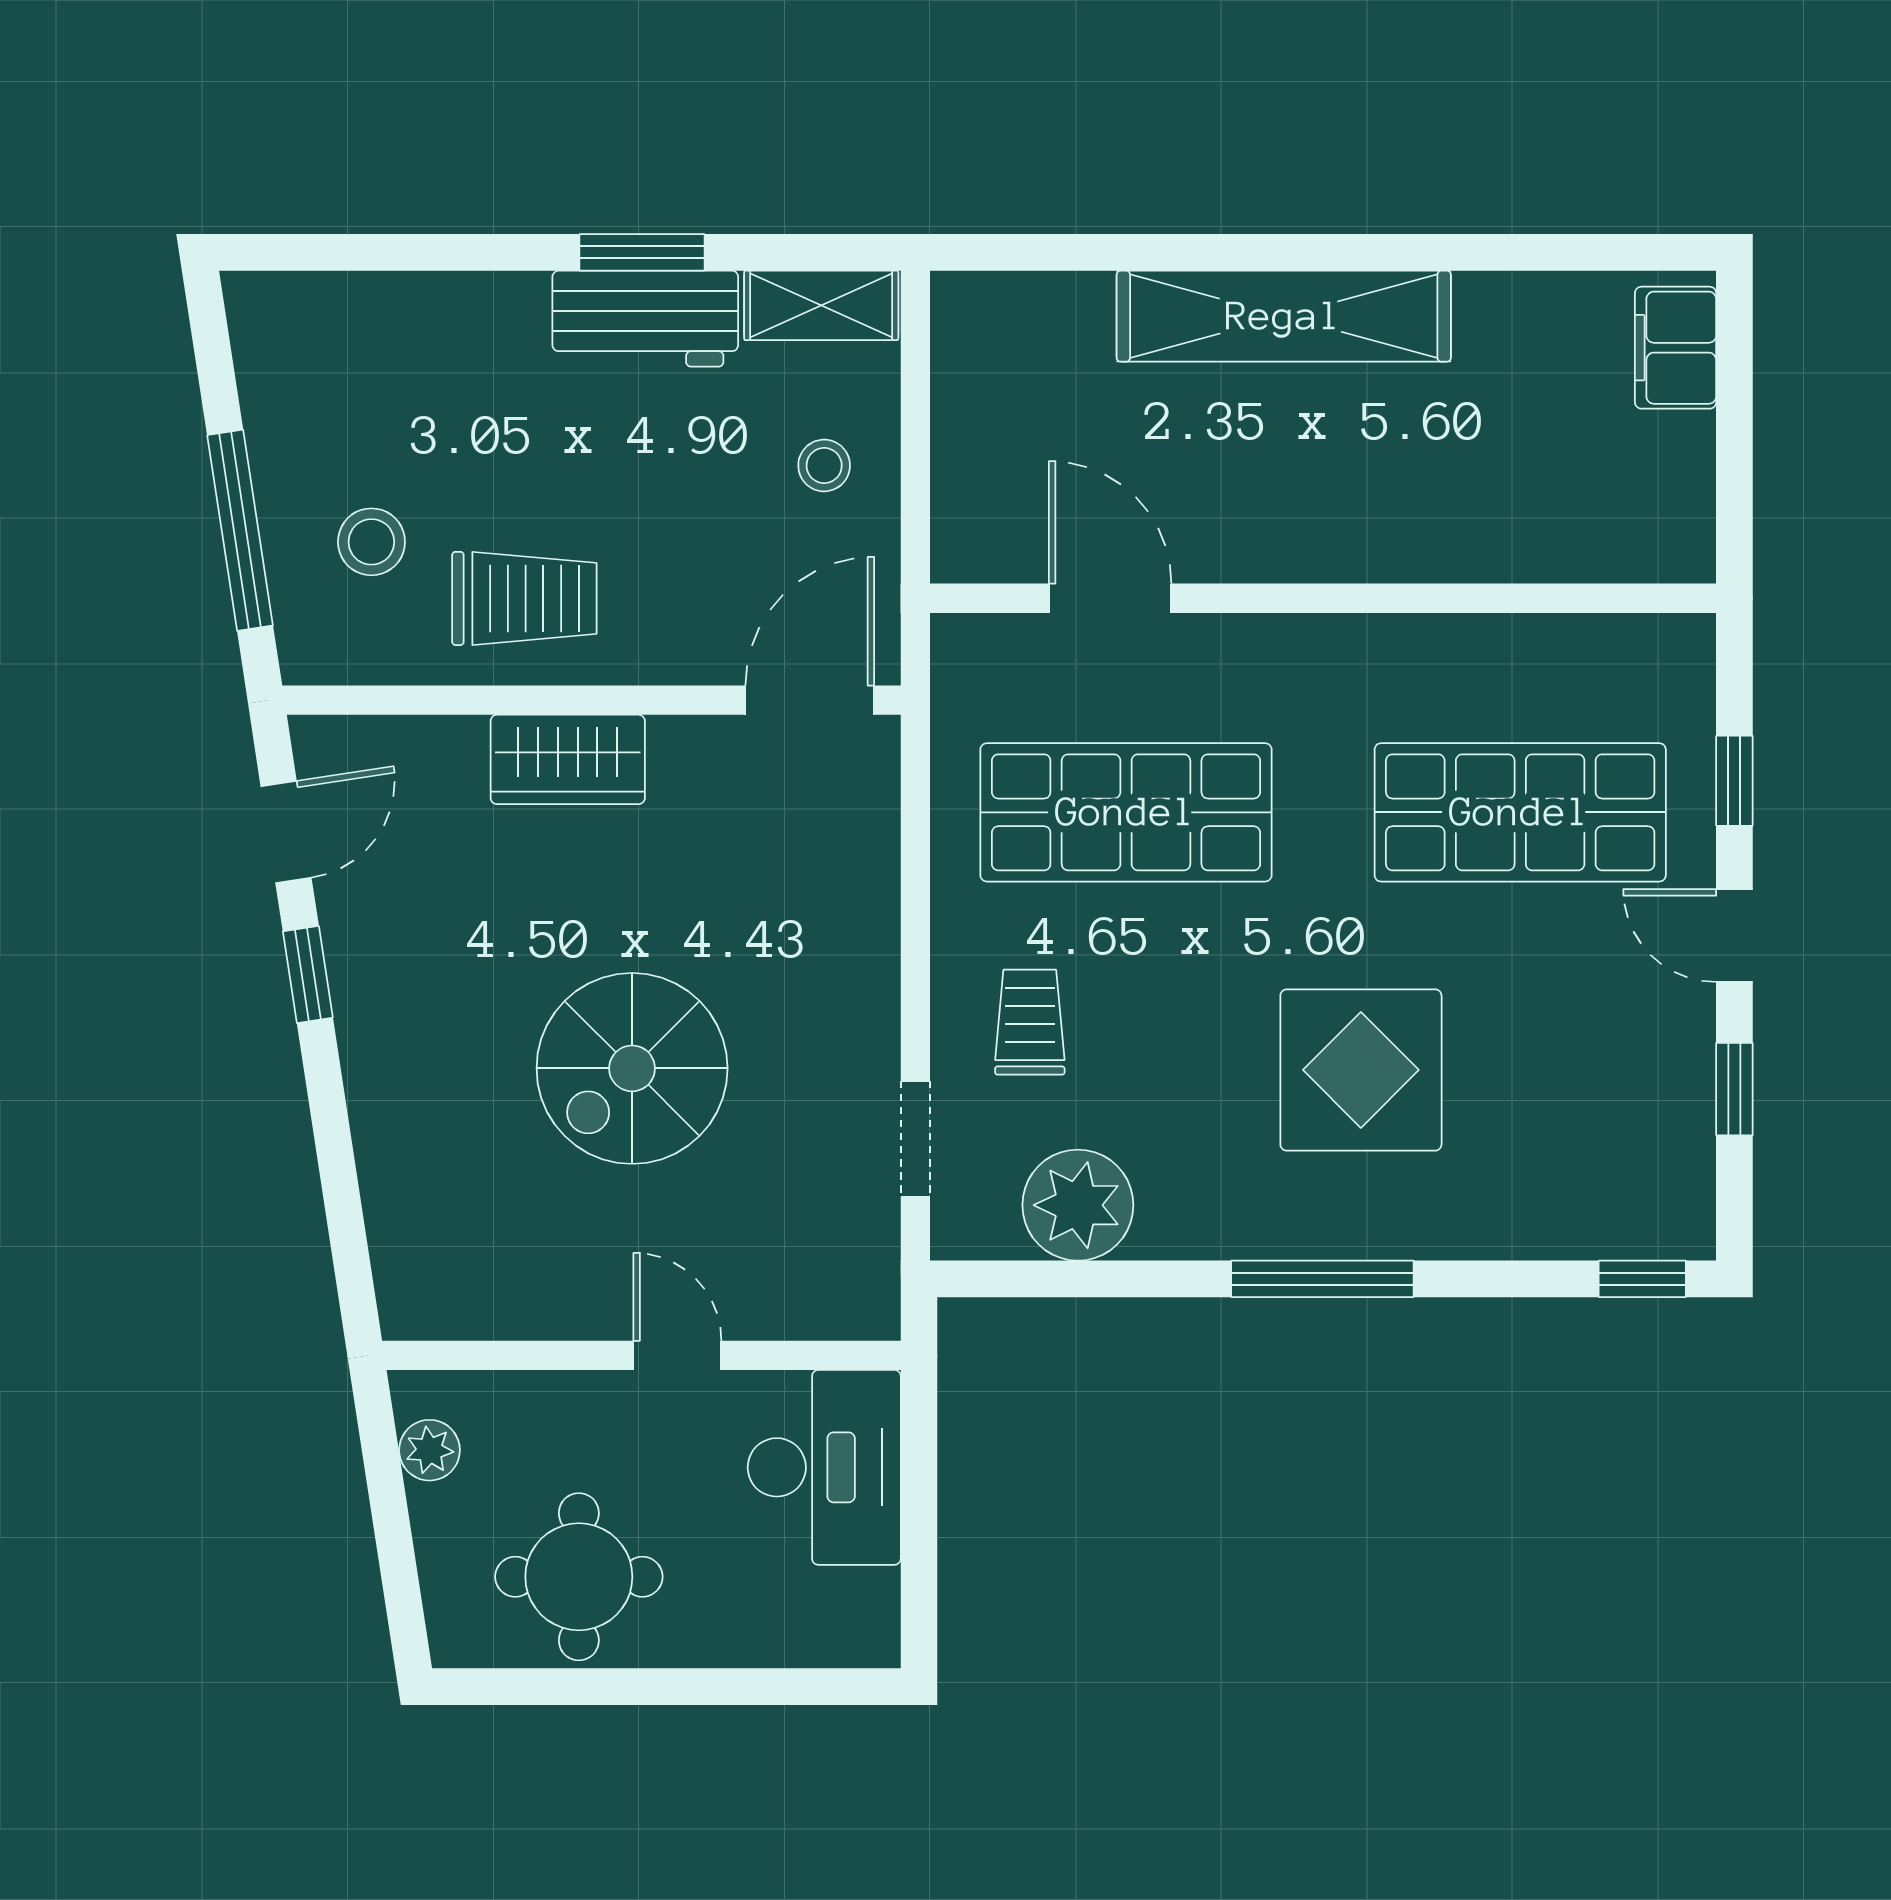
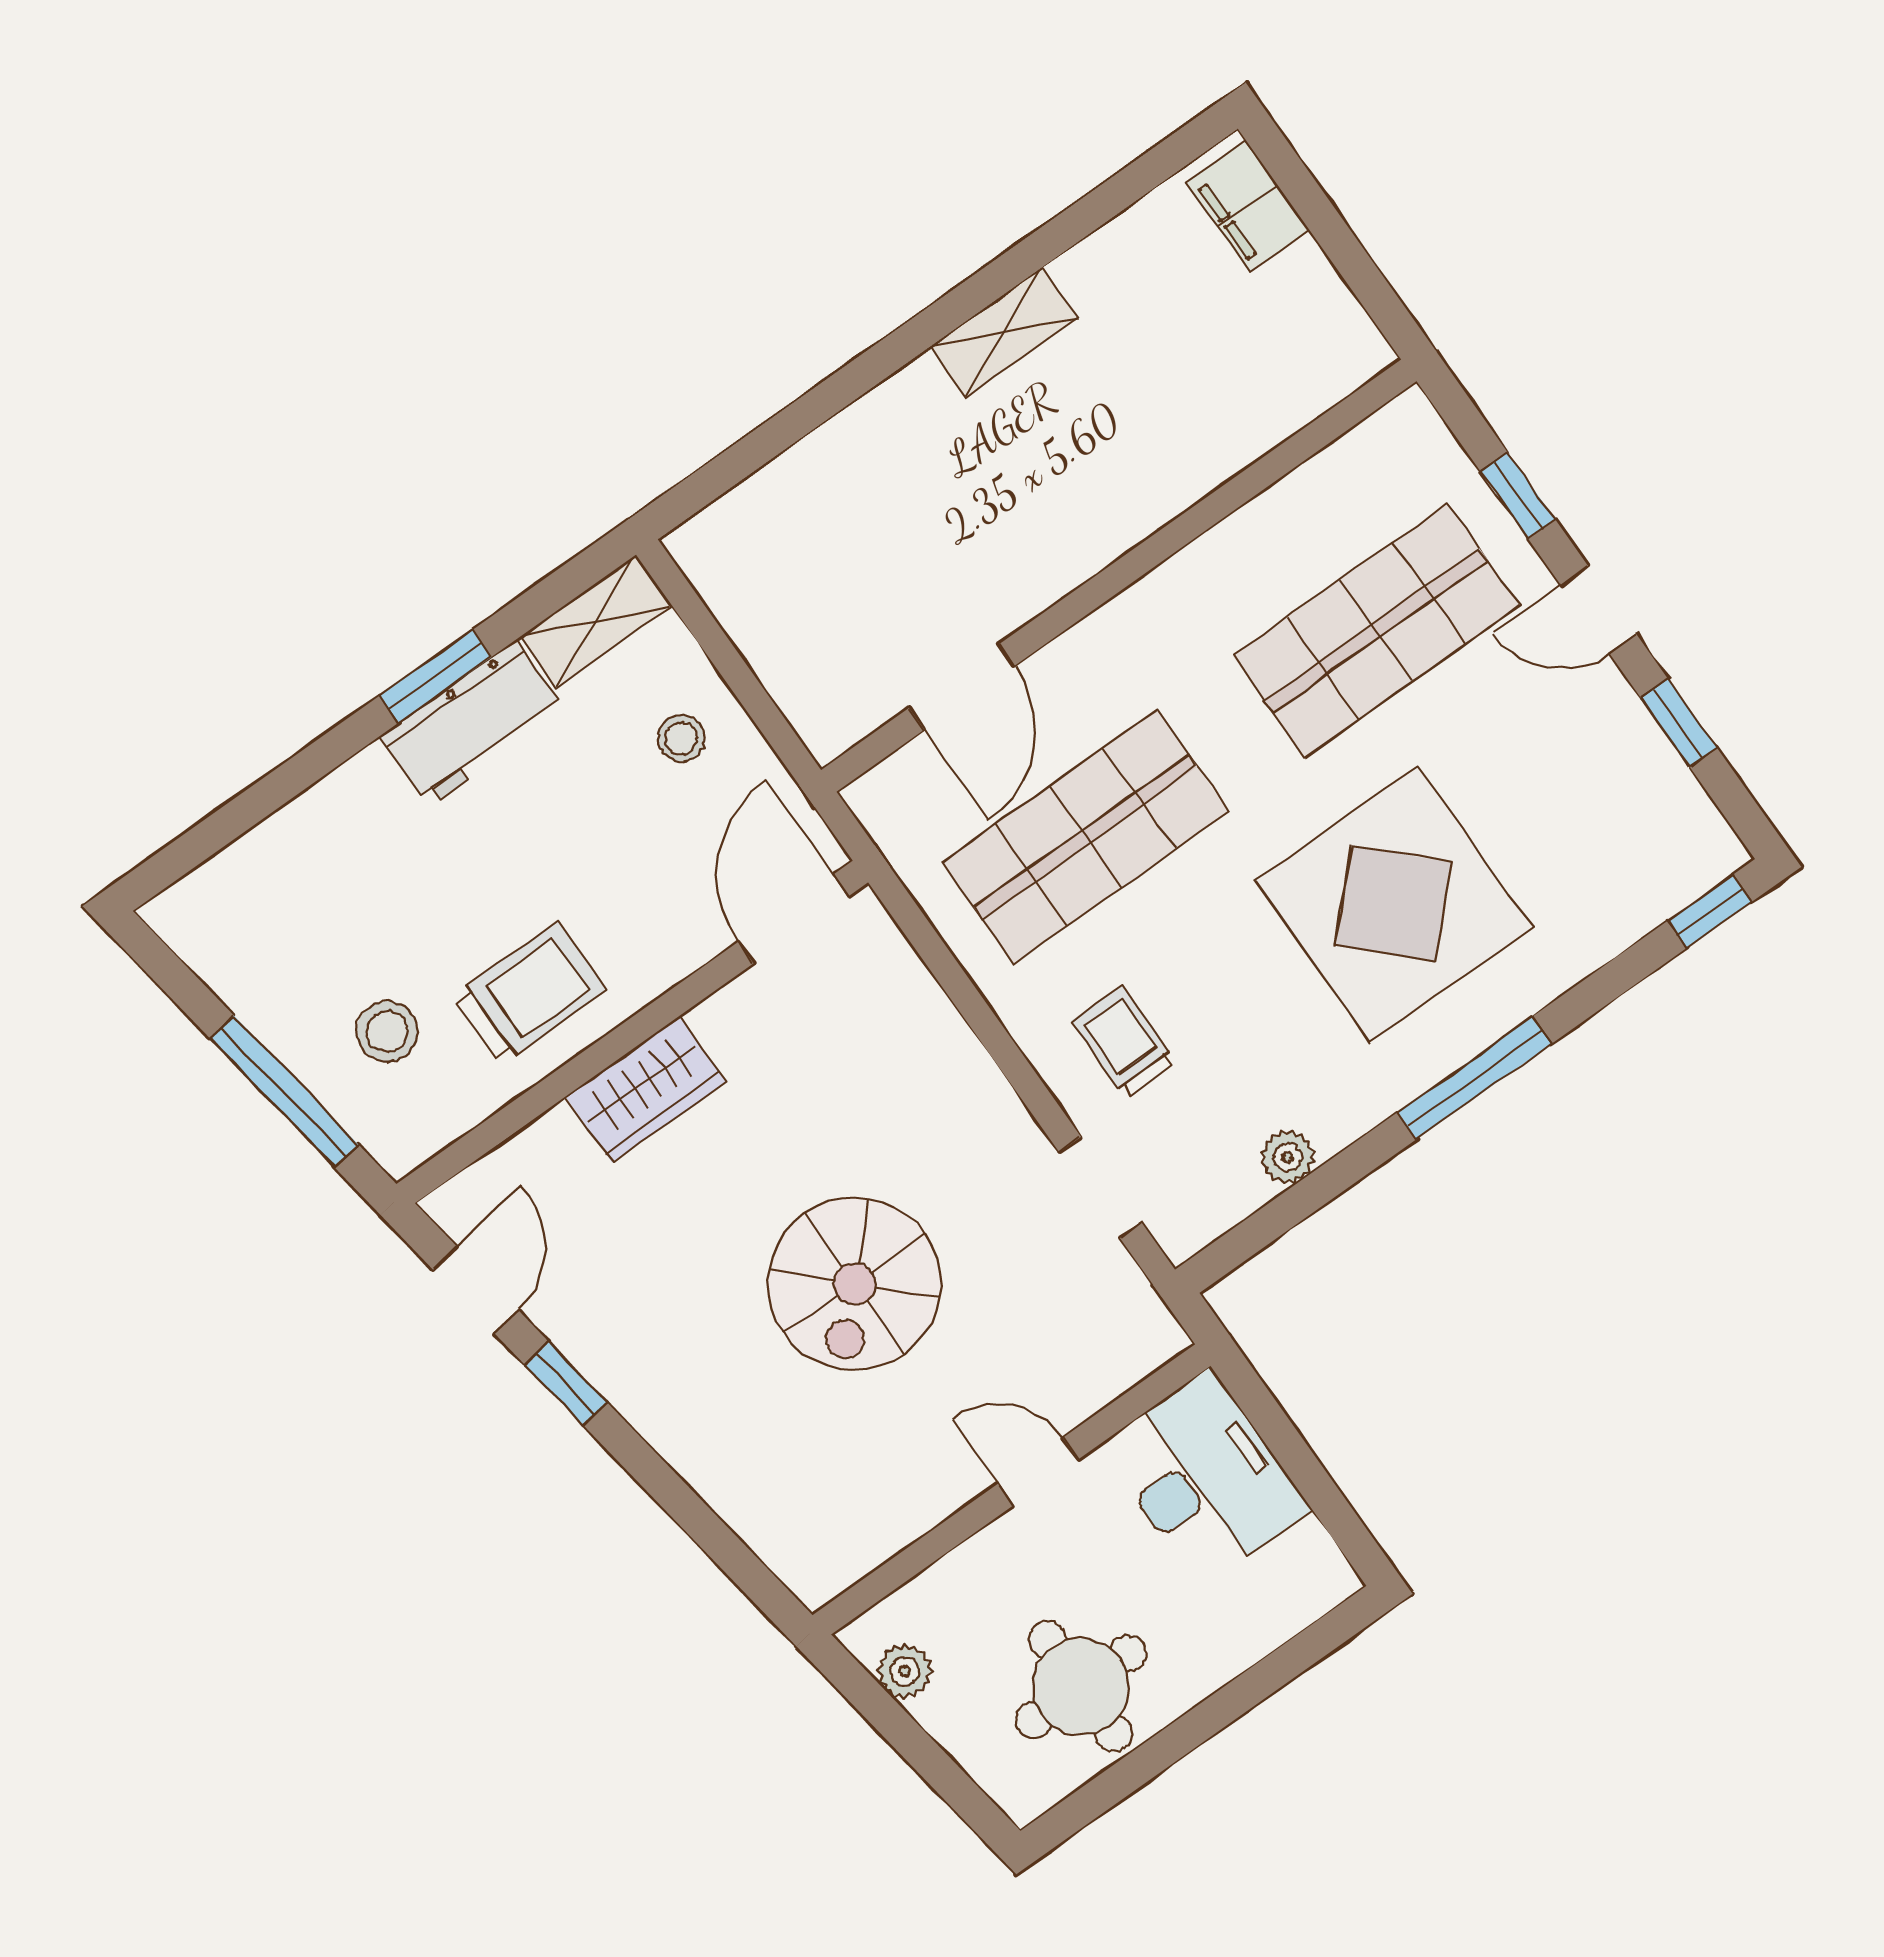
shelving: (1284, 316) -> (1004, 332), width x0.45, depth x0.75
door: (1110, 598) -> (962, 687), swing flipped
display table: (1361, 1070) -> (1393, 904), width x1.36, depth x1.36
plant: (1078, 1205) -> (1288, 1157), width x0.53, depth x0.53

